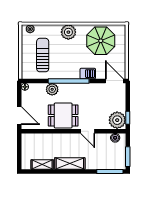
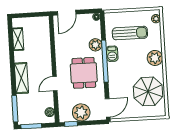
barbecue: (88, 74) -> (112, 54), moved
dining table: (63, 115) -> (84, 73), moved
plant: (117, 120) -> (81, 112), moved
shelving: (70, 163) -> (21, 78), moved

